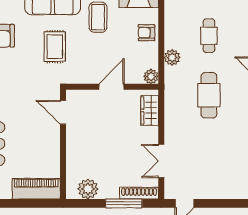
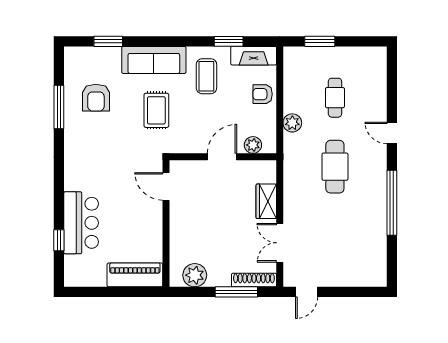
plant: (151, 77) -> (253, 145), moved
wardrobe: (150, 110) -> (266, 201), moved

